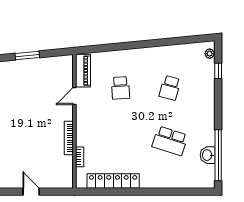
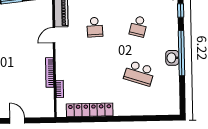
washbasin: (208, 155) -> (172, 58), moved
window: (218, 155) -> (181, 53), moved

